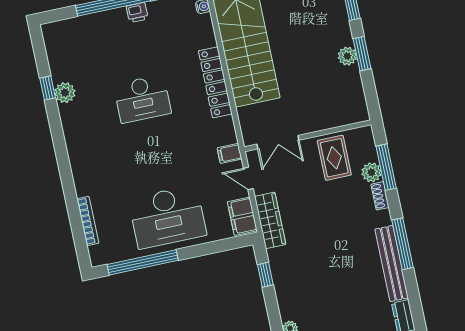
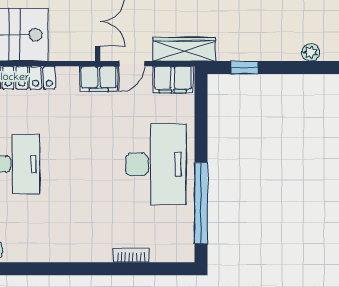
filing cabinet: (229, 153) -> (99, 79), width x2.00
bookcase: (88, 221) -> (131, 255), width x0.64

